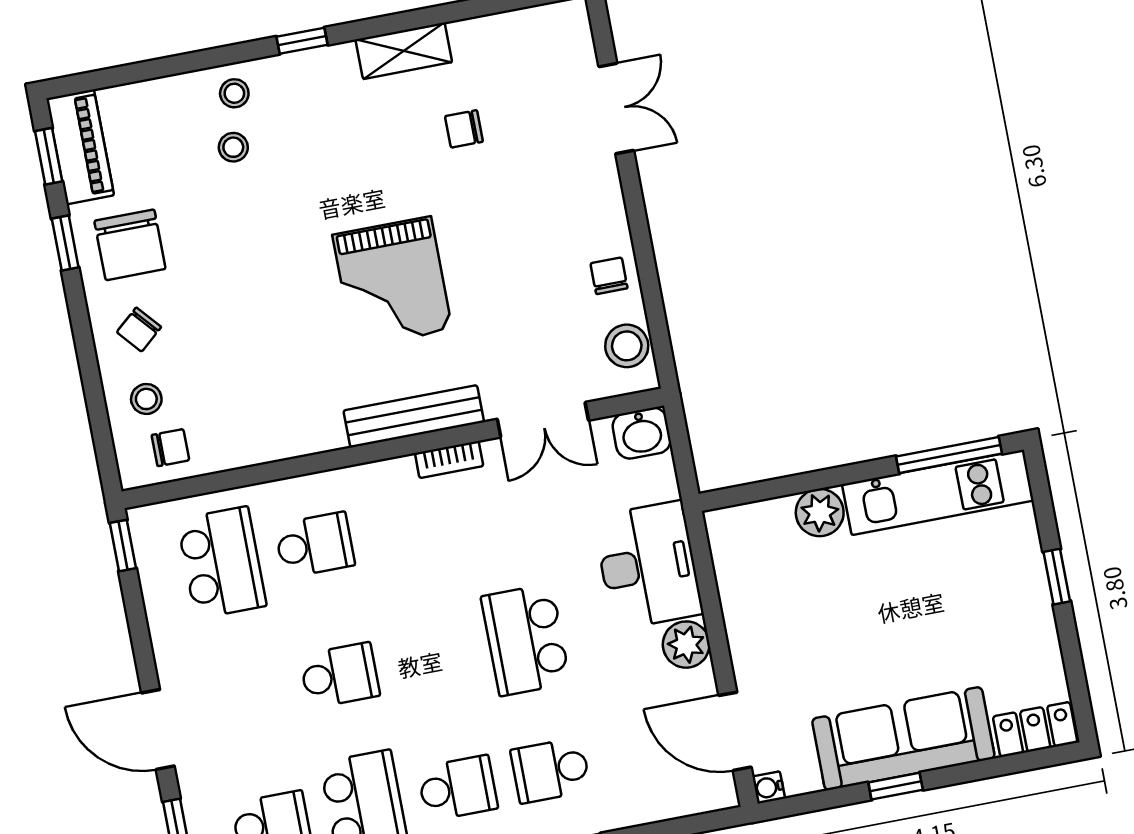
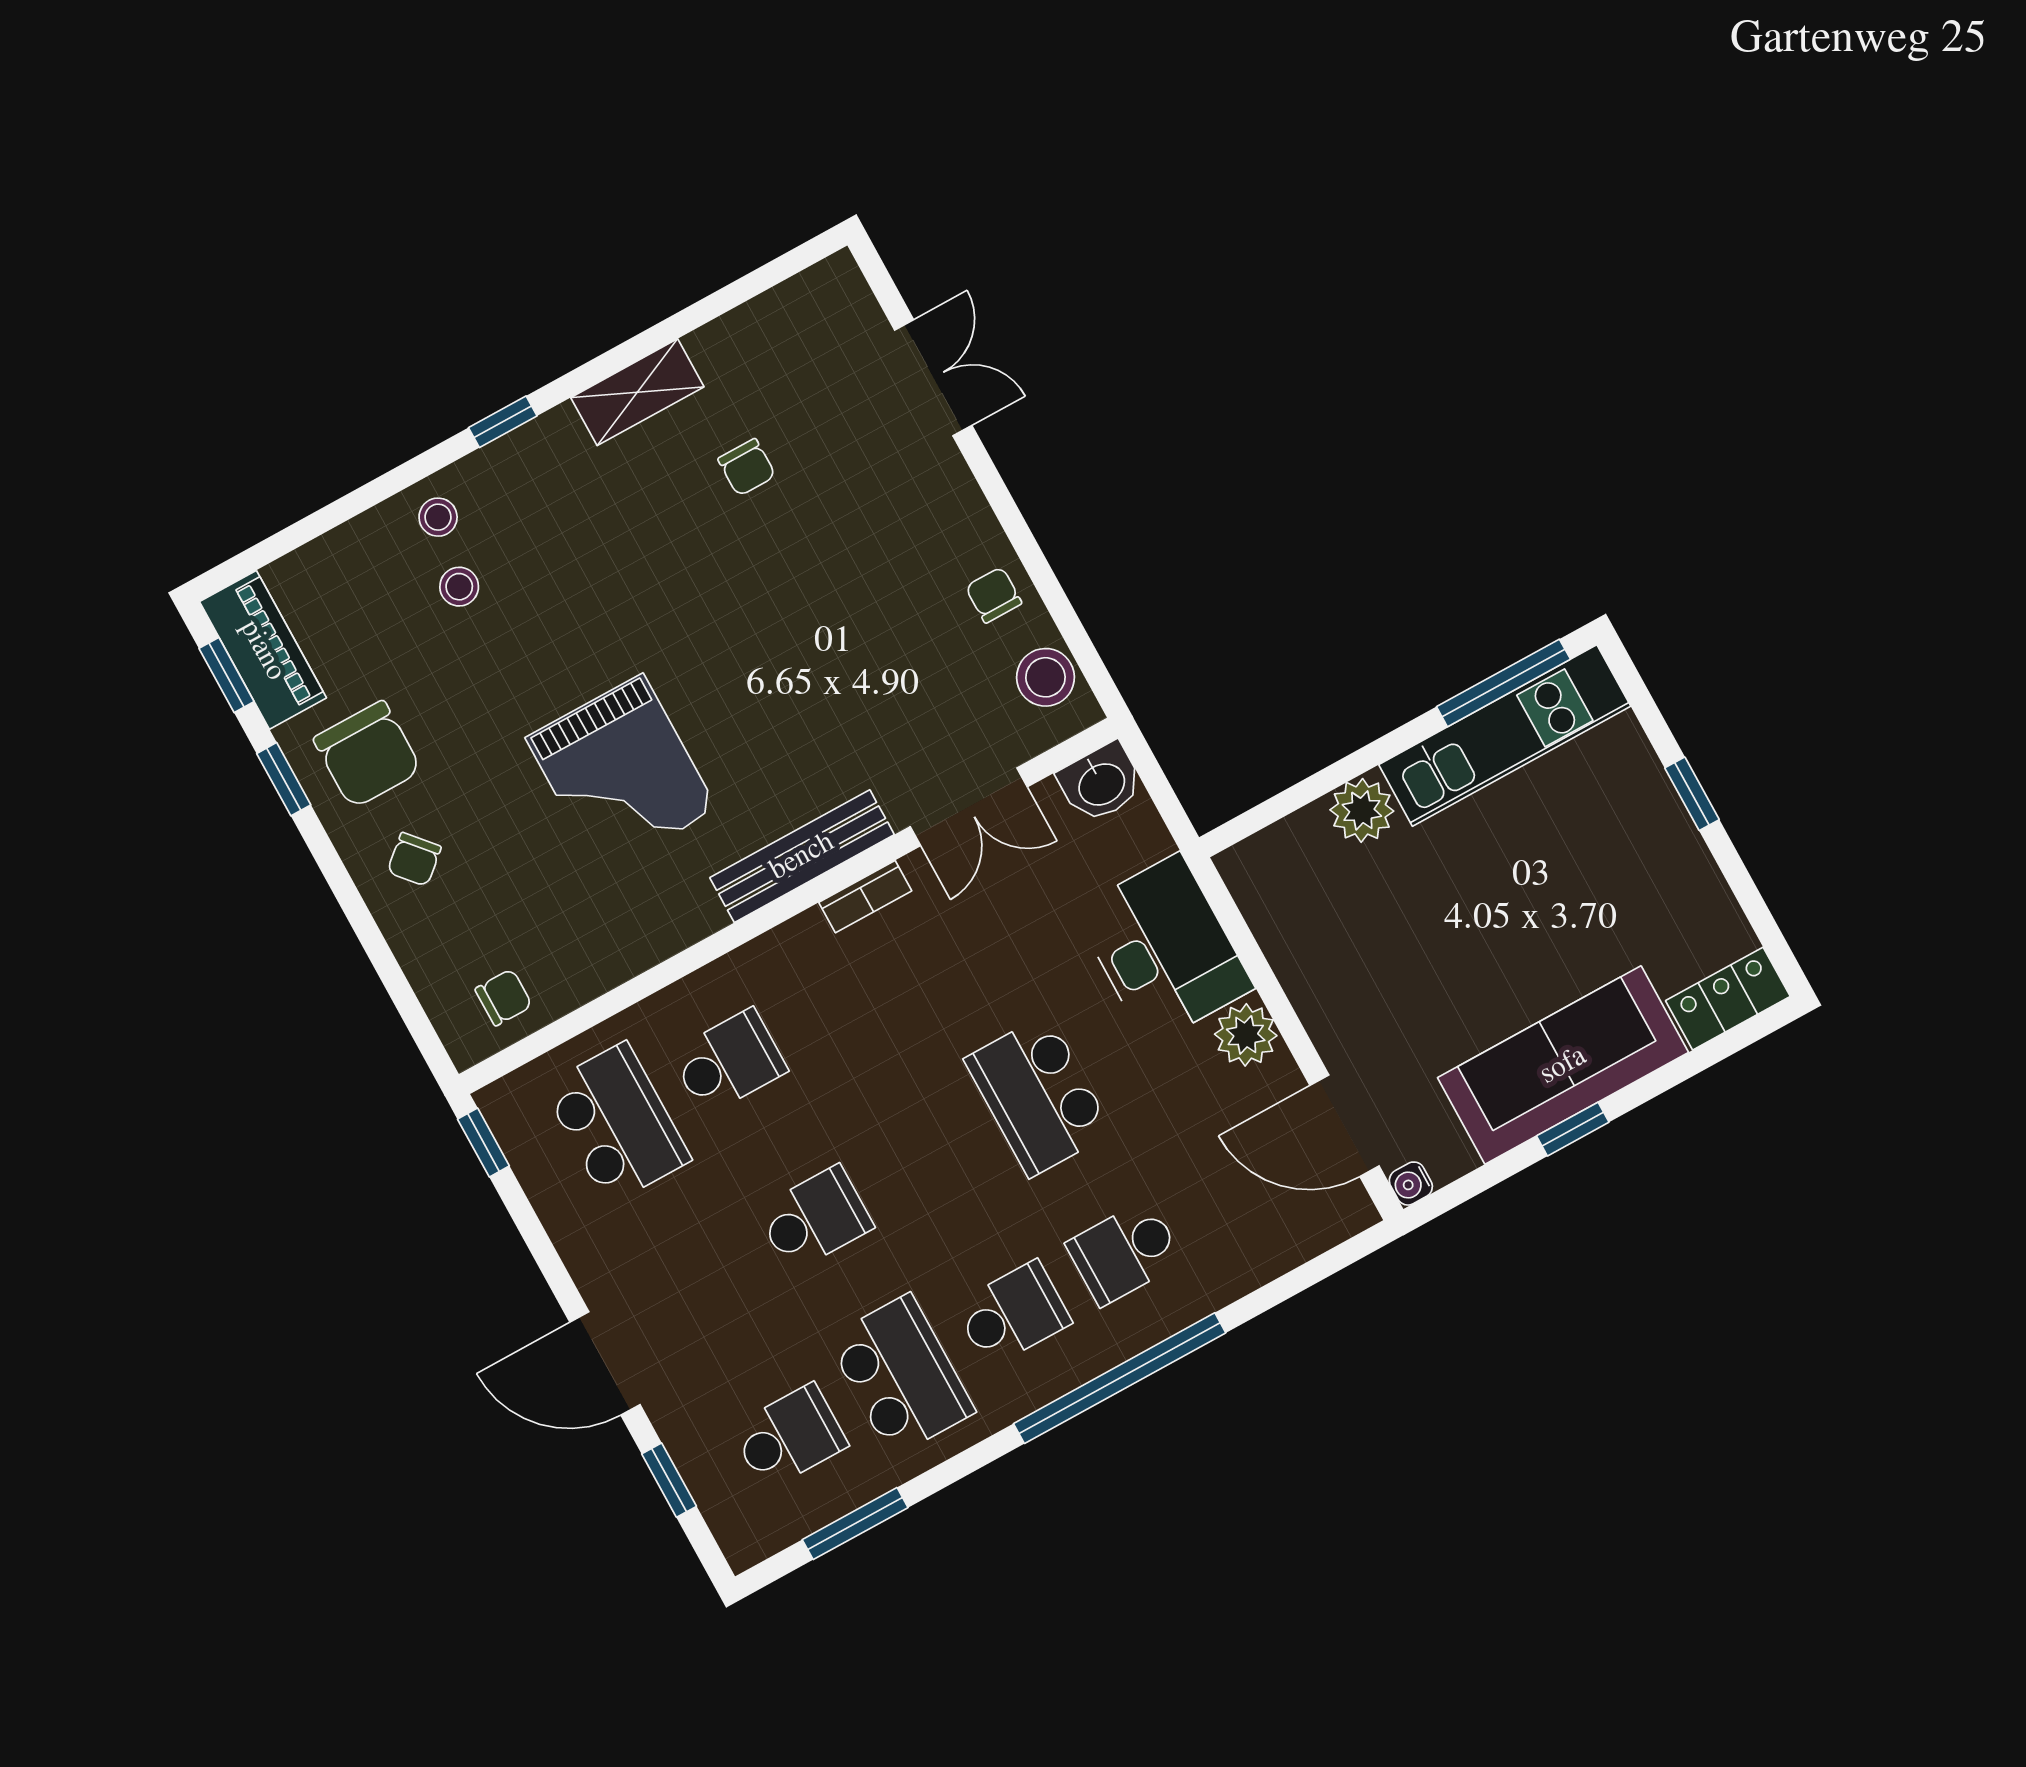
chair: (464, 129) -> (747, 467), turned -90
grand piano: (392, 282) -> (621, 773), moved
stool: (146, 399) -> (452, 945), removed

